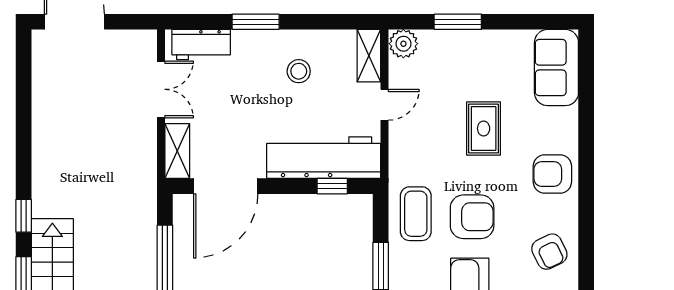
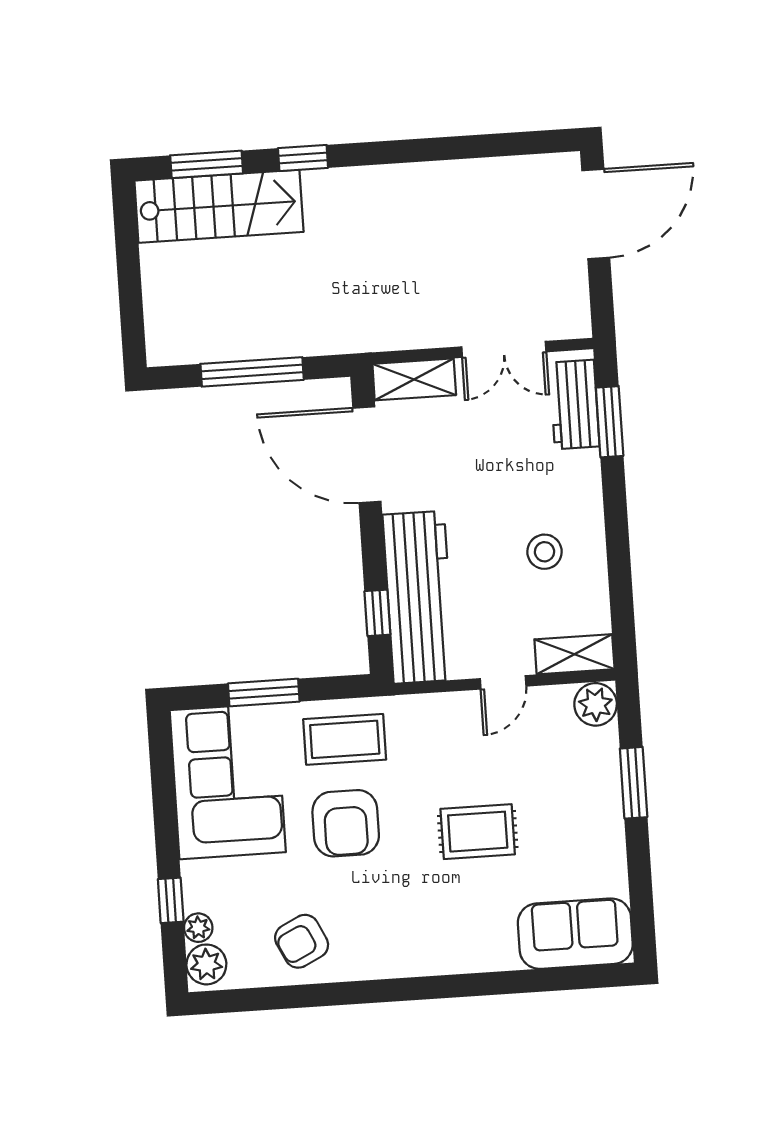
window: (256, 22) -> (610, 422), moved
door: (385, 105) -> (503, 682), hinge flipped
armchair: (552, 174) -> (417, 938), removed

